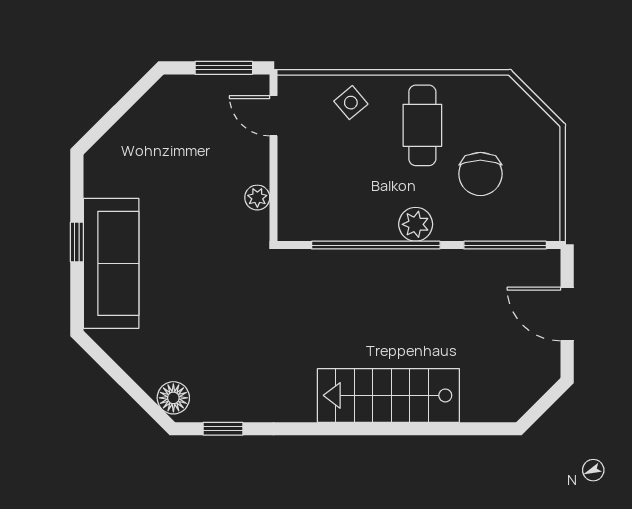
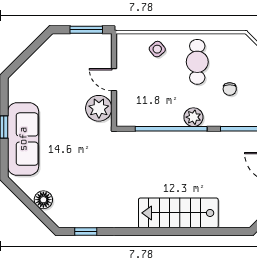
door: (274, 116) -> (114, 80), moved
chair: (480, 174) -> (230, 89), width x0.54, depth x0.54
plant: (257, 198) -> (99, 108), width x1.88, depth x1.88
floor lamp: (173, 398) -> (43, 200), moved

